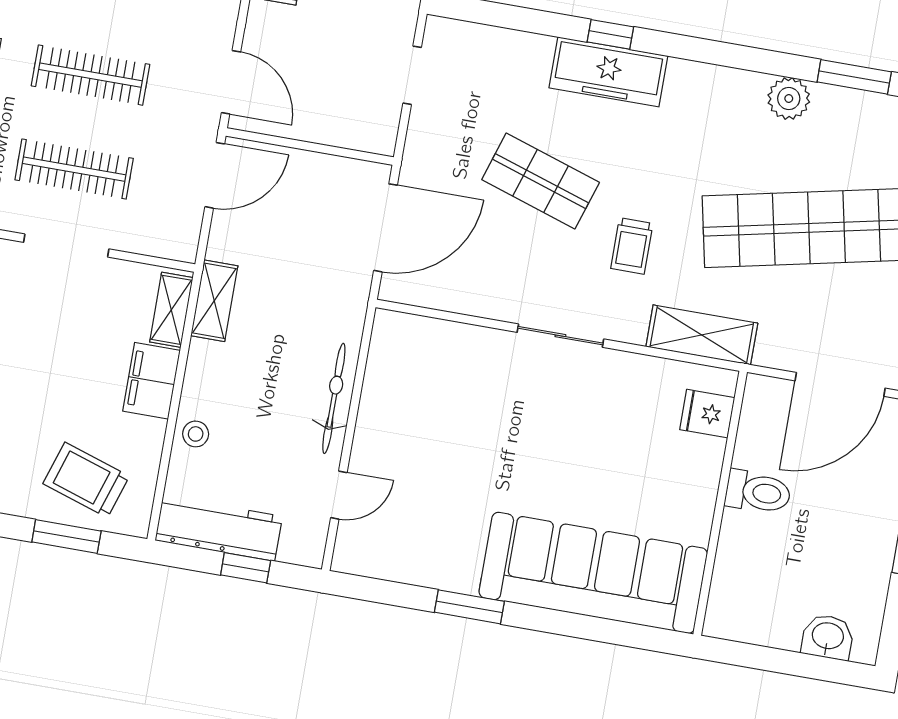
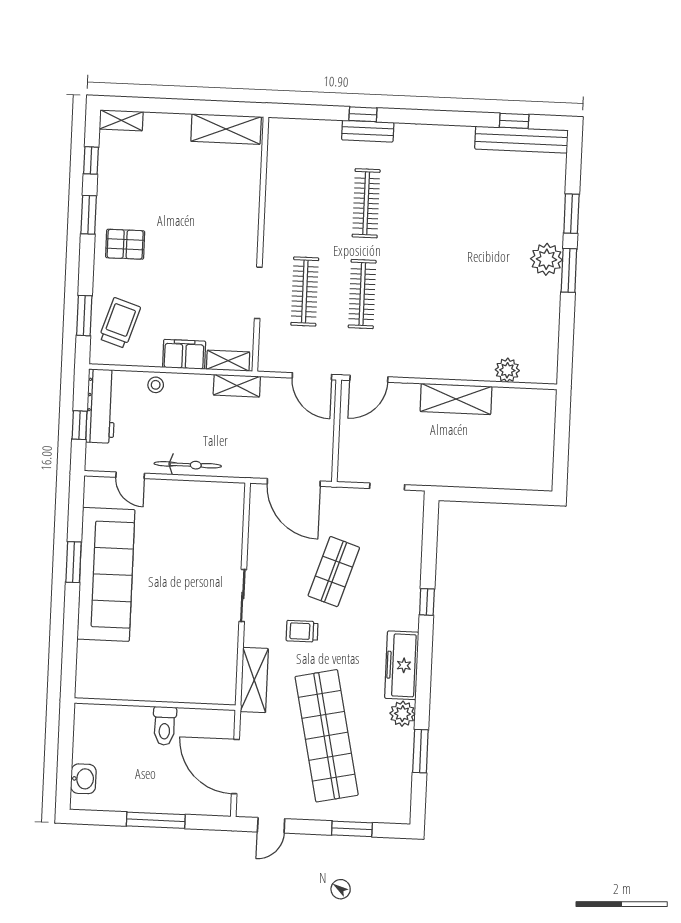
freezer: (608, 72) -> (402, 665), moved
fridge: (707, 414) -> (208, 689), removed
sofa: (593, 573) -> (106, 574), moved

